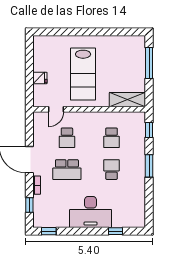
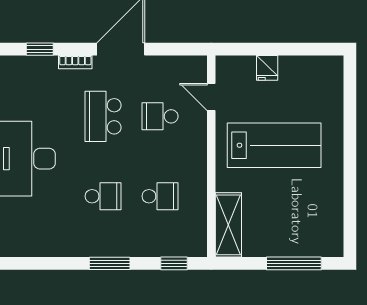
lab bench: (83, 74) -> (274, 145), turned 180
school desk: (112, 138) -> (160, 196), turned 180

